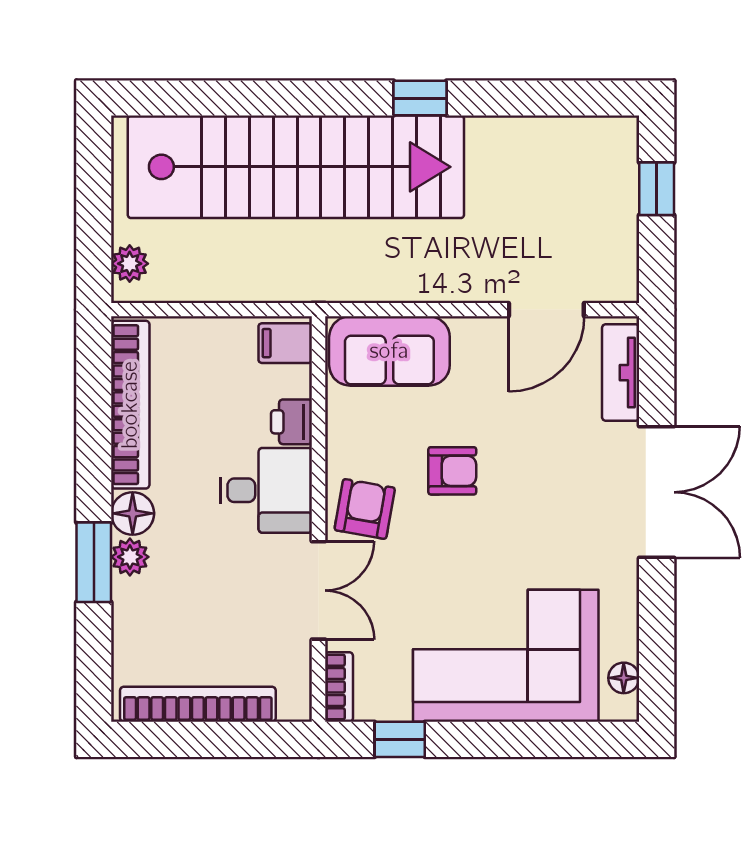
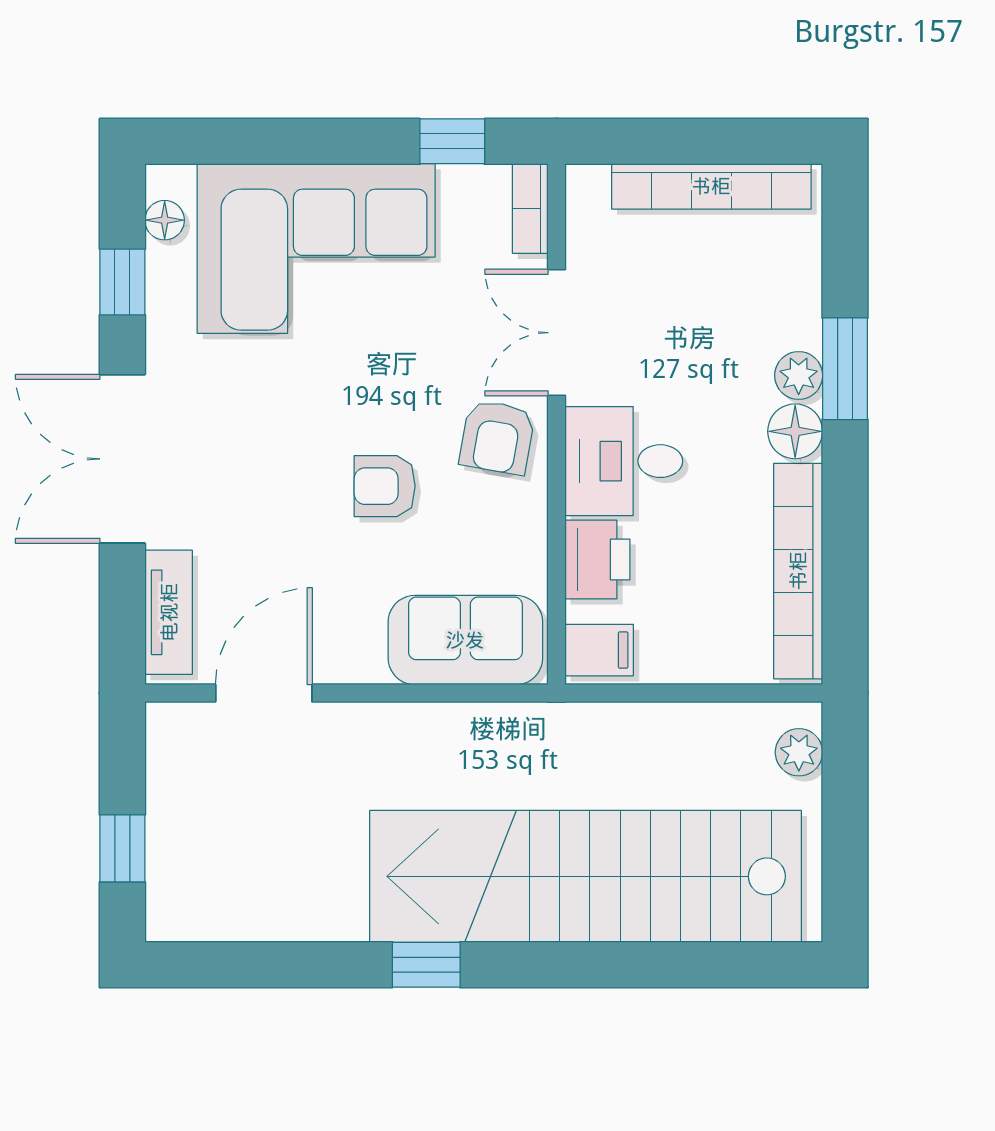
printer: (291, 422) -> (597, 559), width x1.36, depth x1.24
window: (657, 630) -> (122, 282), added

